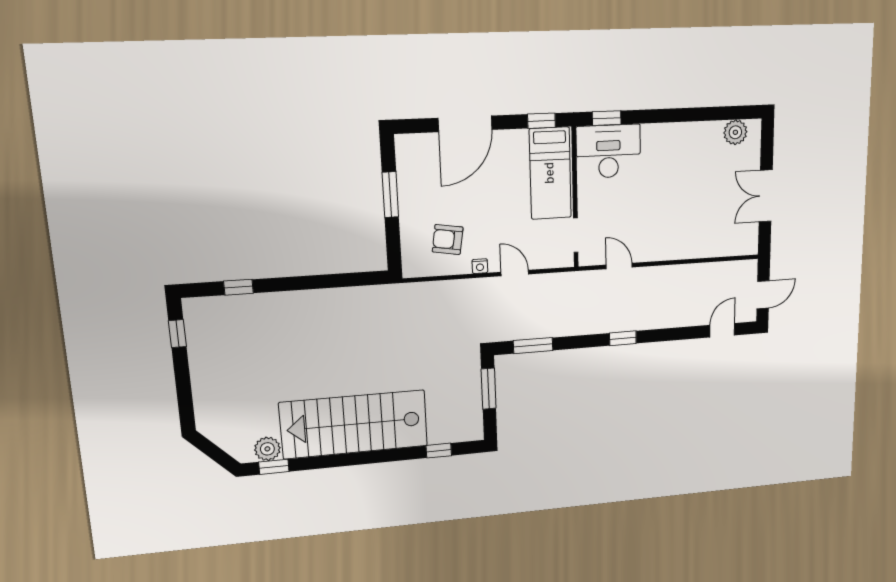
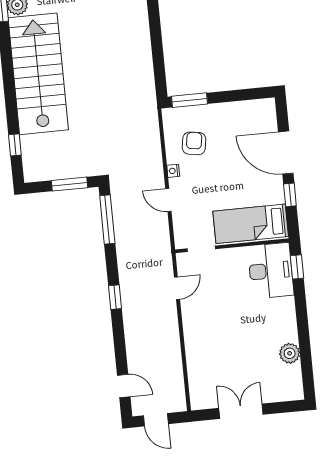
window: (541, 121) -> (290, 195), moved
plant: (735, 132) -> (290, 353), moved
window: (390, 195) -> (190, 100), moved
door: (515, 273) -> (168, 200), swing flipped
window: (533, 346) -> (107, 220), width x1.44

